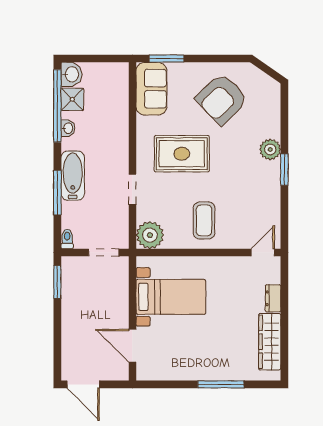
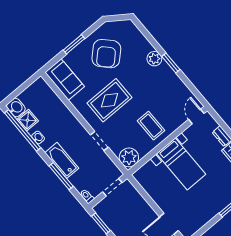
window: (167, 58) -> (74, 44), moved
bed with nightstands: (171, 297) -> (181, 164), moved, turned 90

